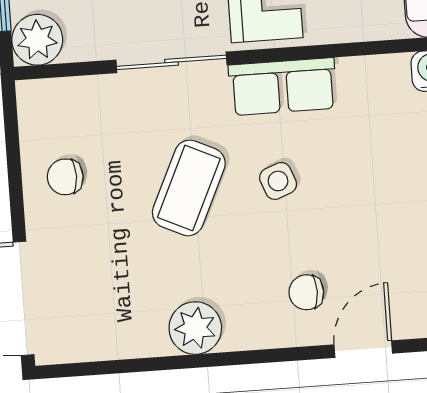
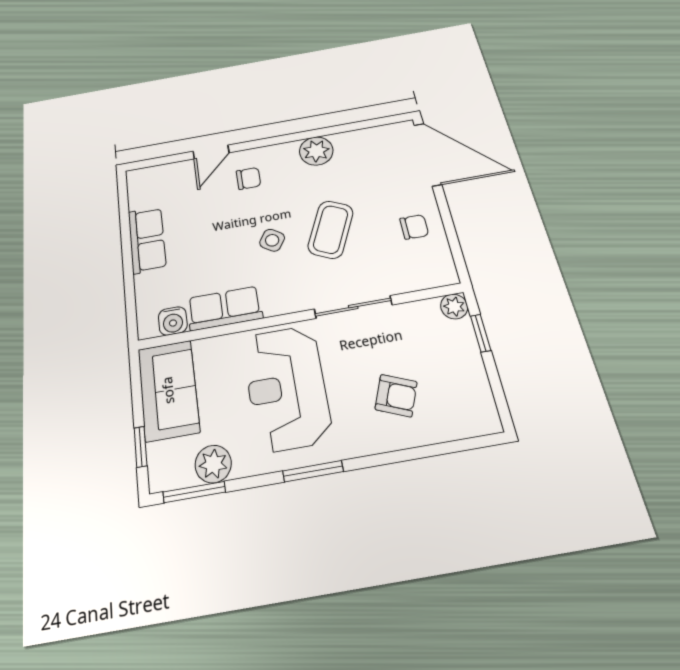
plant: (37, 40) -> (454, 307), width x0.73, depth x0.73
row of seats: (283, 87) -> (225, 308), moved
side table: (278, 181) -> (272, 240), turned -36

